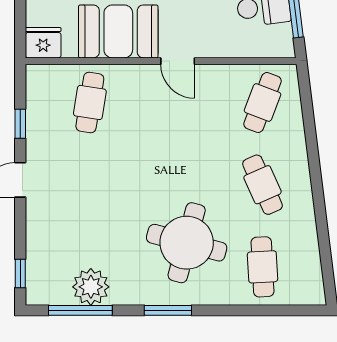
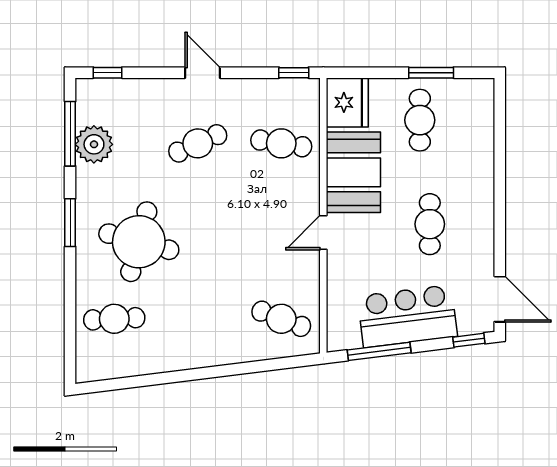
fridge: (43, 43) -> (347, 102), width x1.36, depth x1.34
window: (20, 124) -> (294, 73), moved
cafe table: (263, 185) -> (198, 143), moved

